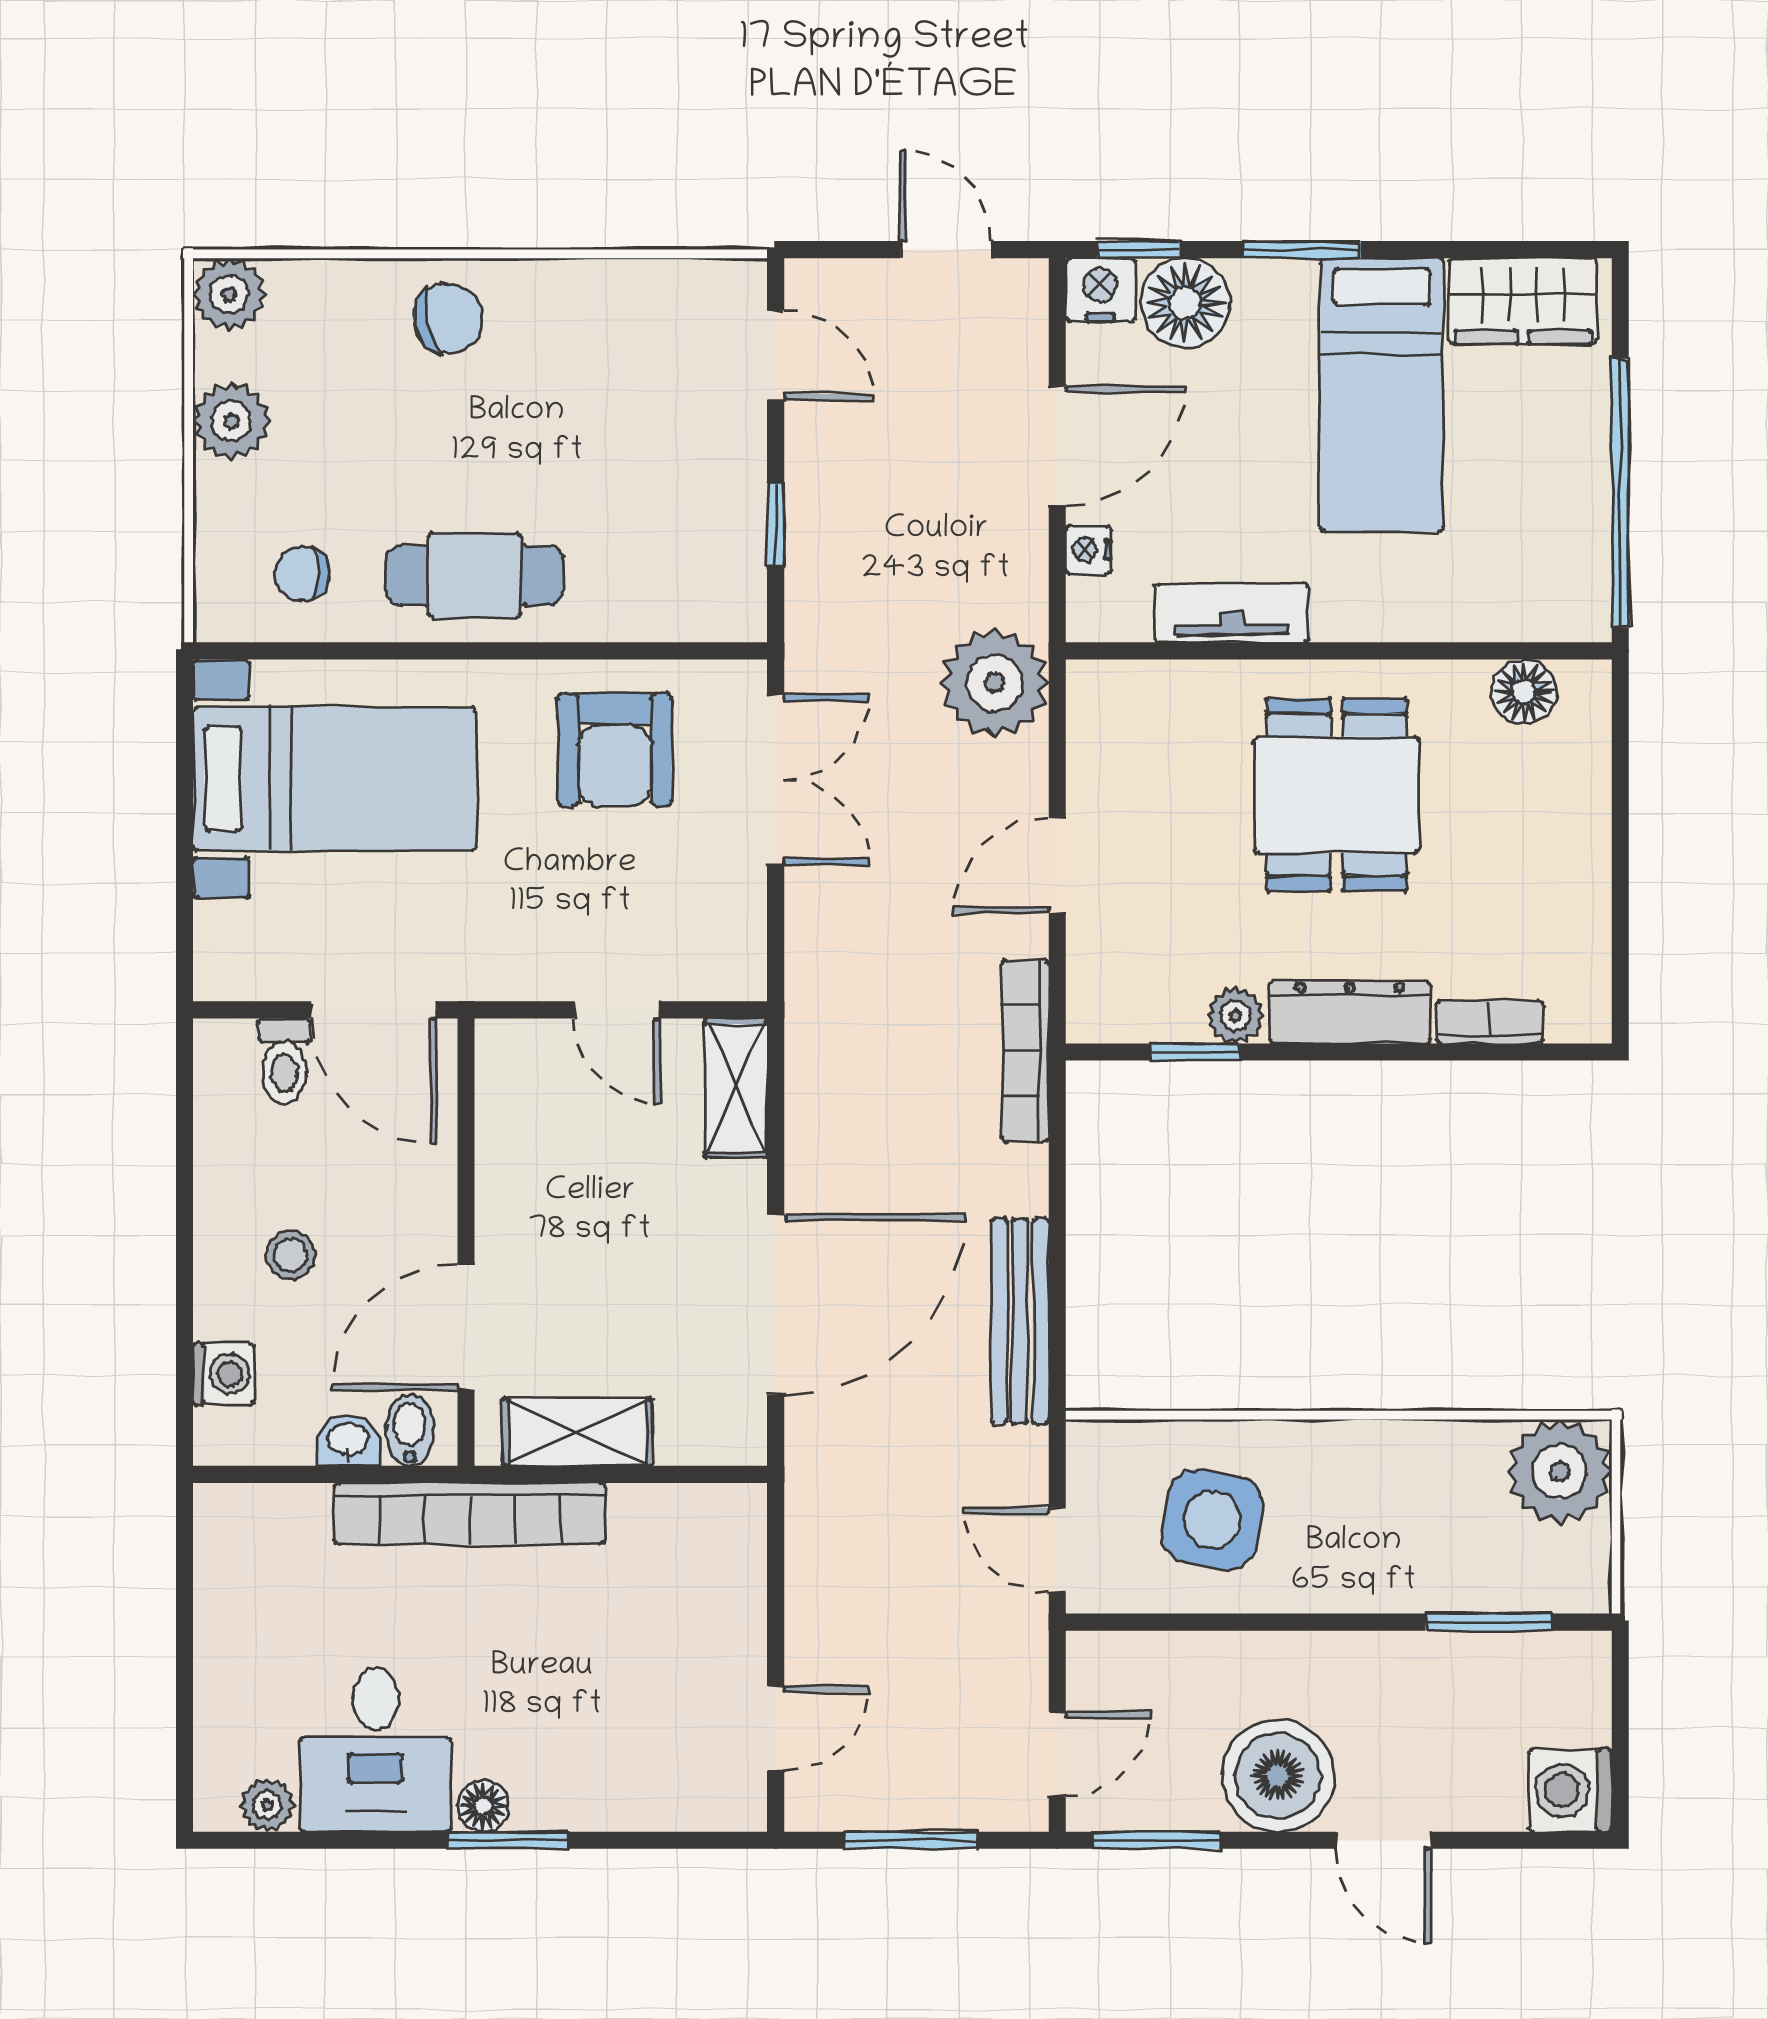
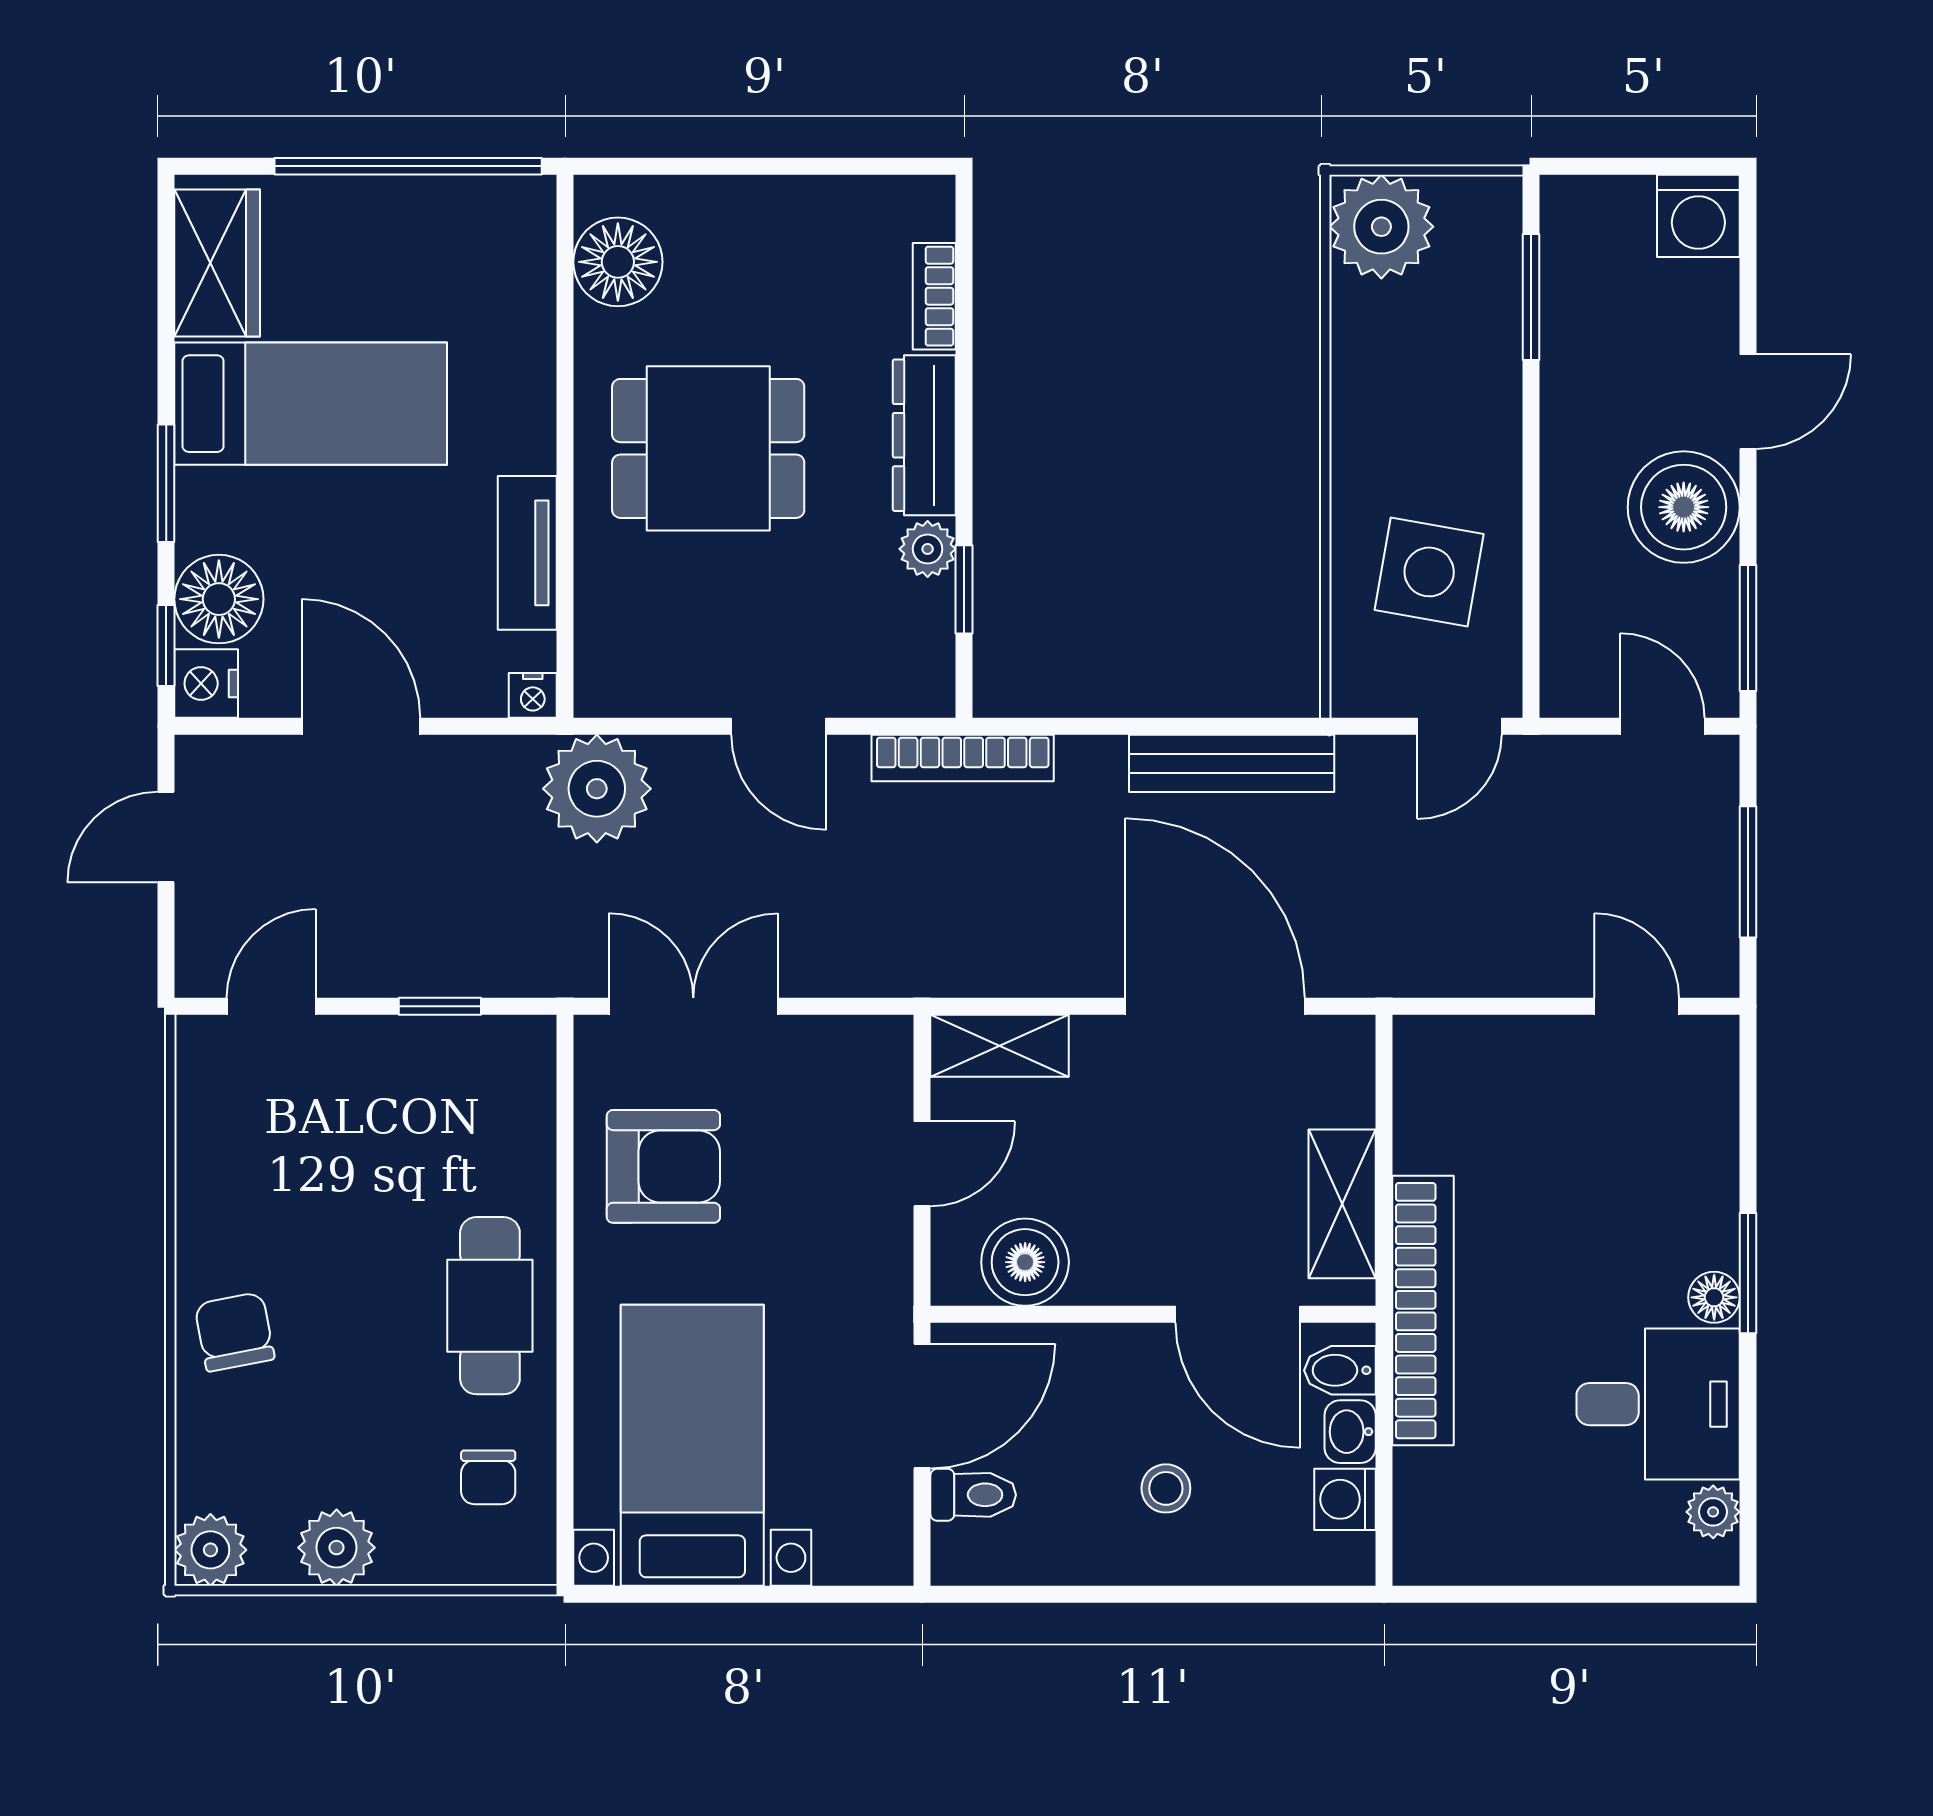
nightstand: (1088, 550) -> (533, 695), moved
floor lamp: (1524, 692) -> (618, 262), width x1.38, depth x1.38
boiler: (518, 1113) -> (1025, 1262), added
washing machine: (224, 1374) -> (1345, 1499), moved, turned -90

